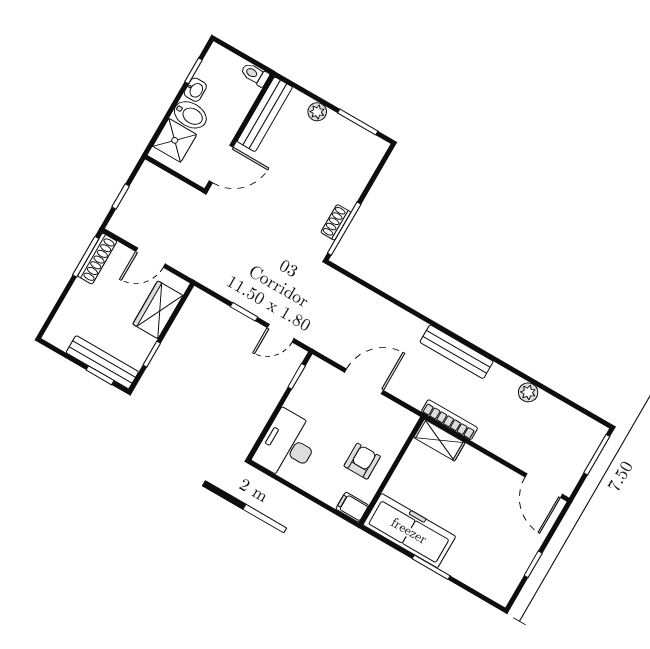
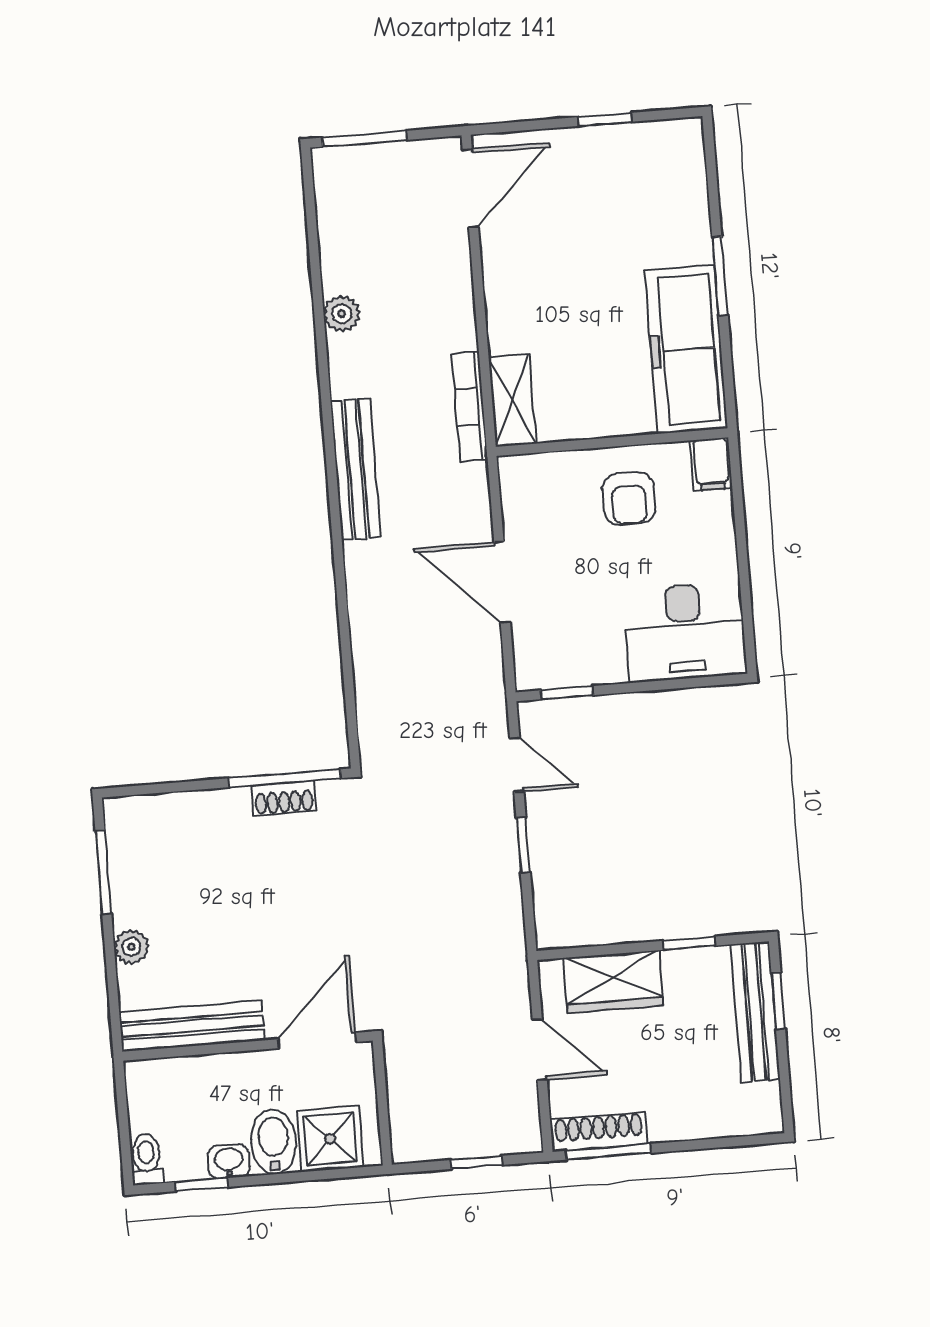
toilet: (255, 75) -> (146, 1159), moved, turned 180
door: (221, 164) -> (317, 1041), hinge flipped
armchair: (362, 461) -> (629, 498), turned -90

